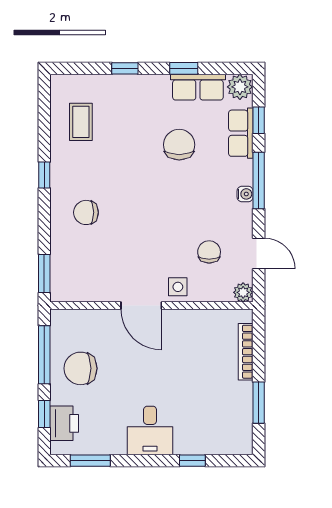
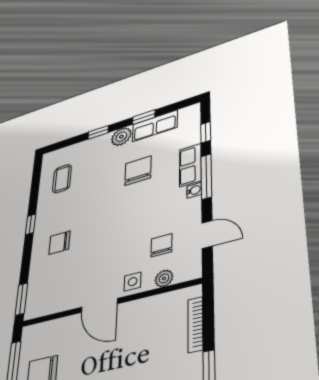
plant: (240, 87) -> (121, 137), moved
row of seats: (241, 133) -> (190, 165), moved
plant: (243, 292) -> (164, 278), moved

